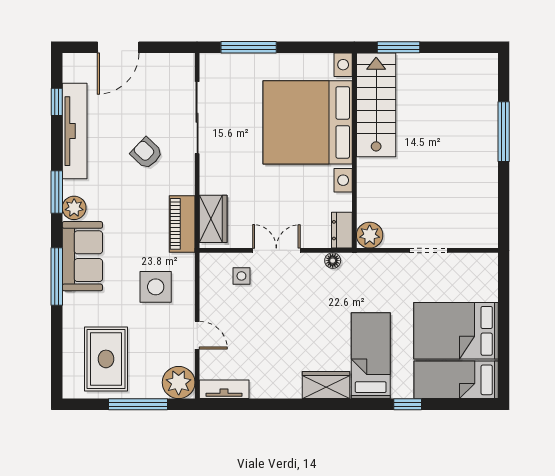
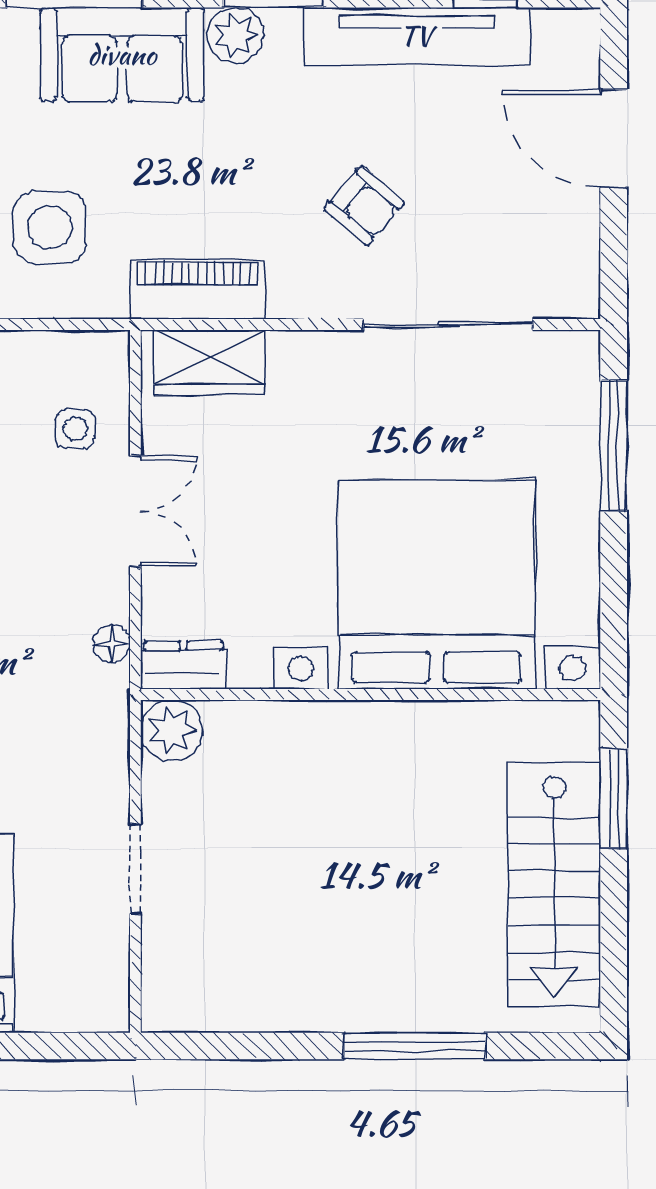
stairs: (376, 105) -> (554, 885), moved, turned 90
armchair: (146, 153) -> (364, 206), turned 87

